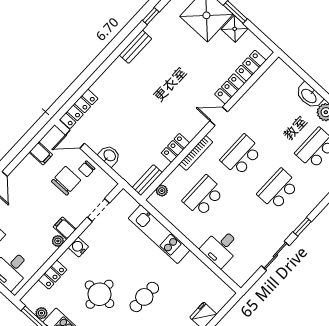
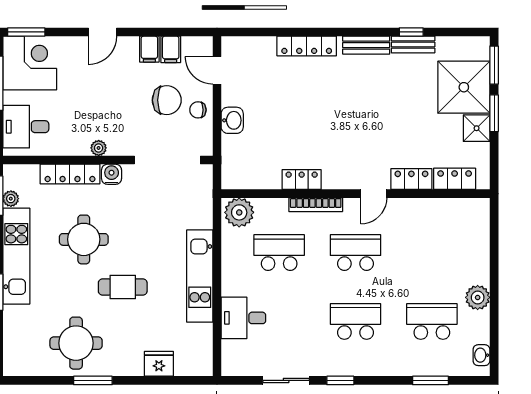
washbasin: (309, 96) -> (479, 265), removed
locker: (79, 109) -> (307, 46), moved
door: (219, 116) -> (374, 194), swing flipped
bench: (147, 180) -> (413, 44), moved
plant: (162, 191) -> (239, 212), width x1.87, depth x1.87
doorway: (98, 210) -> (167, 160), width x1.87
filing cabinet: (65, 228) -> (149, 49), moved, turned 180
kitchen unit: (159, 234) -> (200, 276), moved
locker: (53, 275) -> (70, 174), width x1.53

